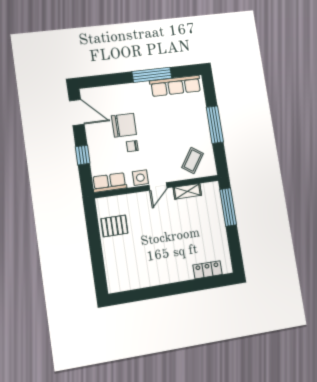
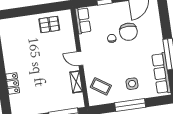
side table: (140, 178) -> (132, 84), moved
pallet: (114, 226) -> (49, 24), turned 90
locker: (208, 270) -> (13, 83), moved

